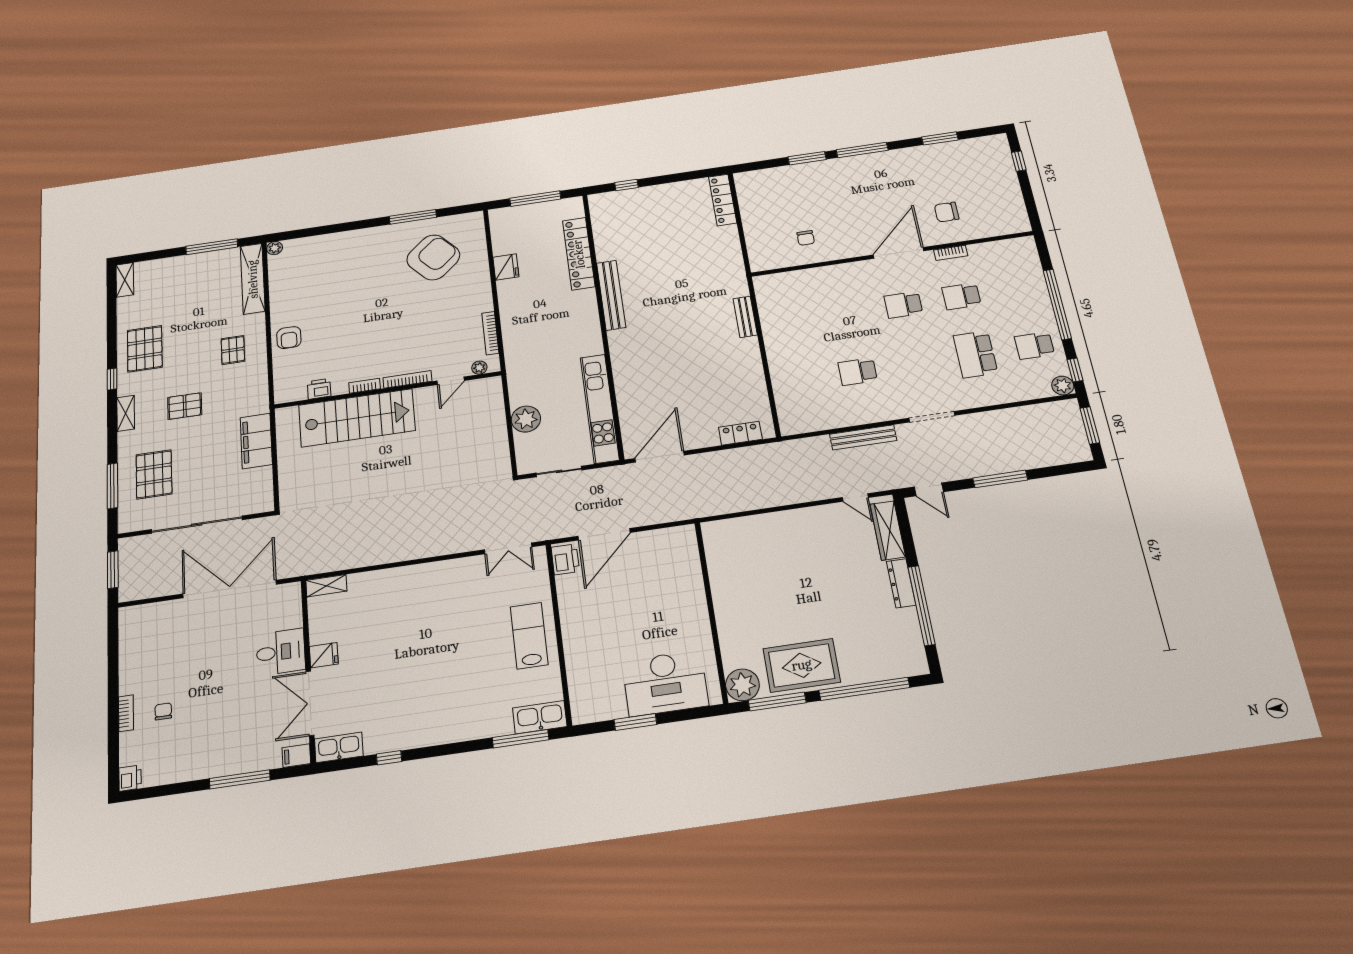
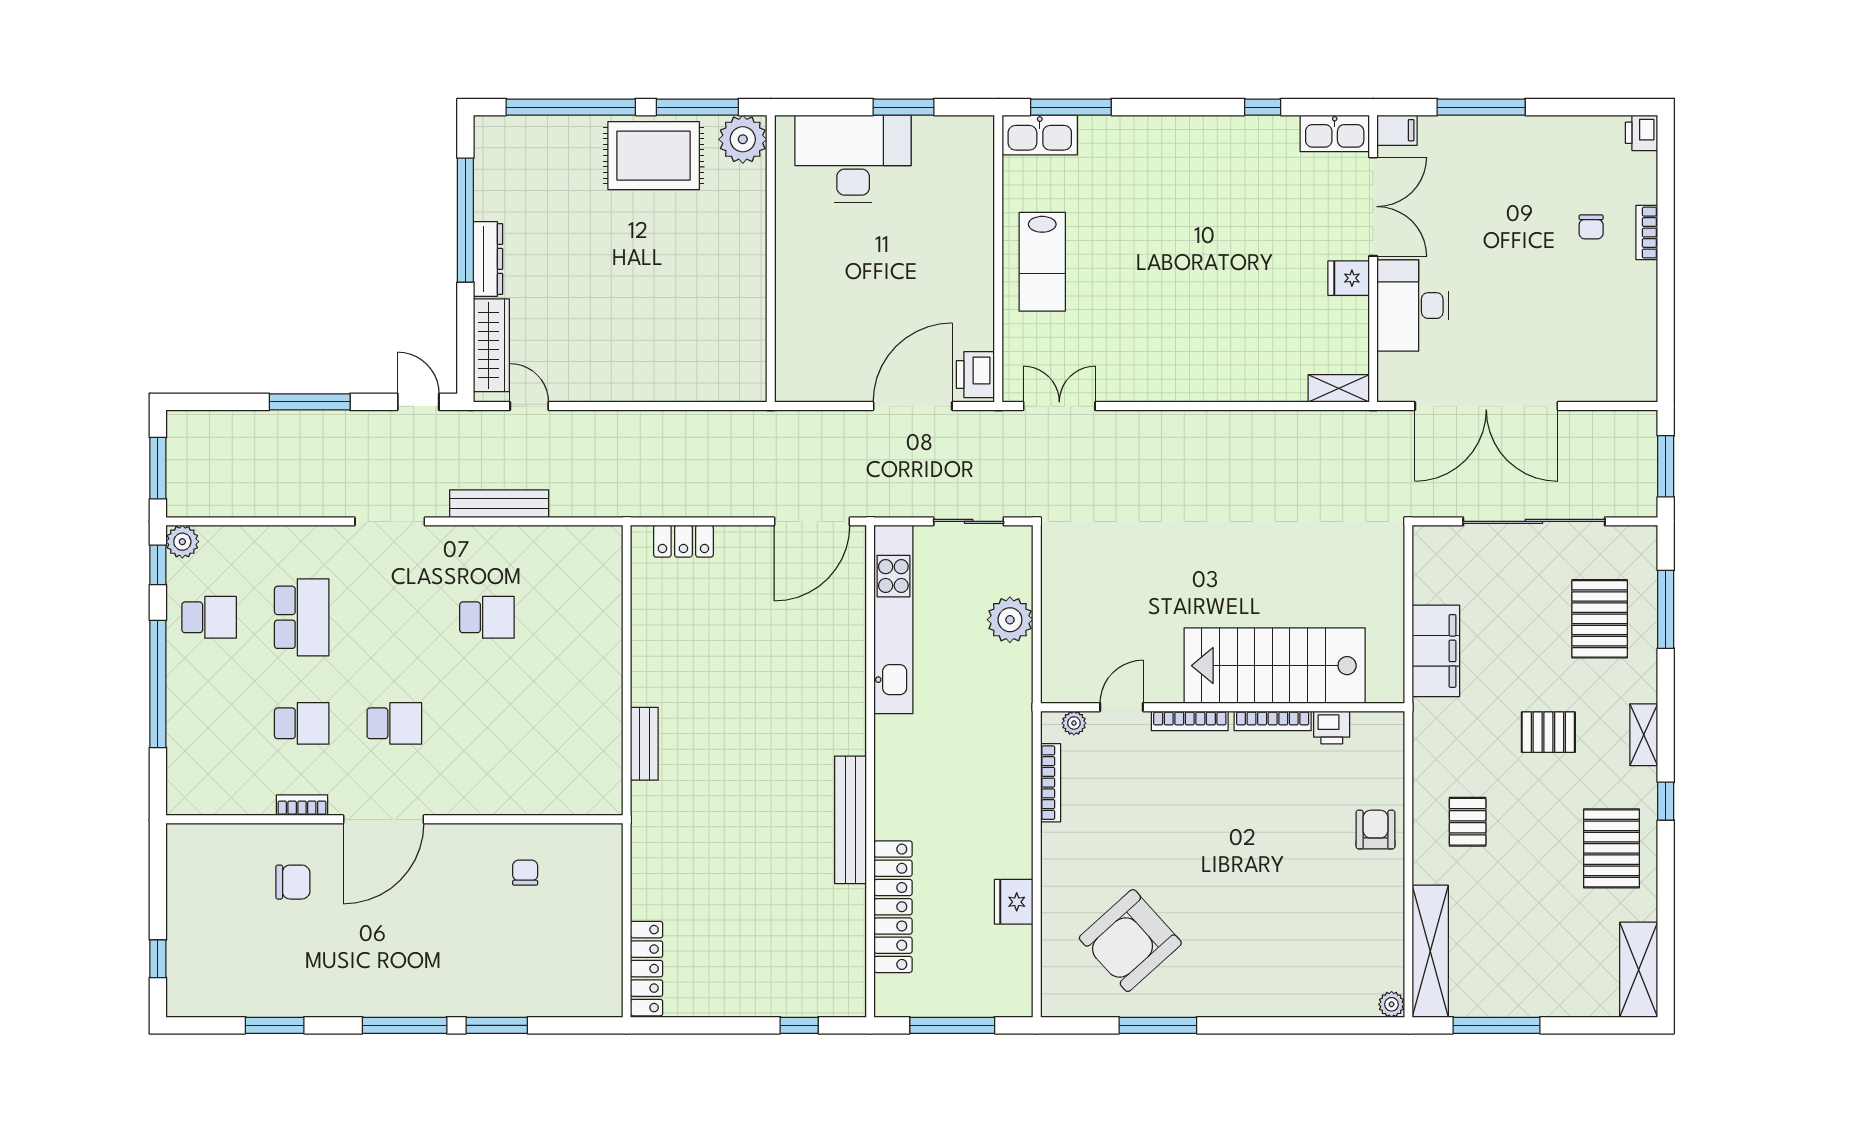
shelving: (125, 280) -> (1639, 970), width x1.50, depth x1.33
bookcase: (365, 386) -> (1273, 721), width x1.56
desk: (281, 652) -> (1413, 306), width x1.37

